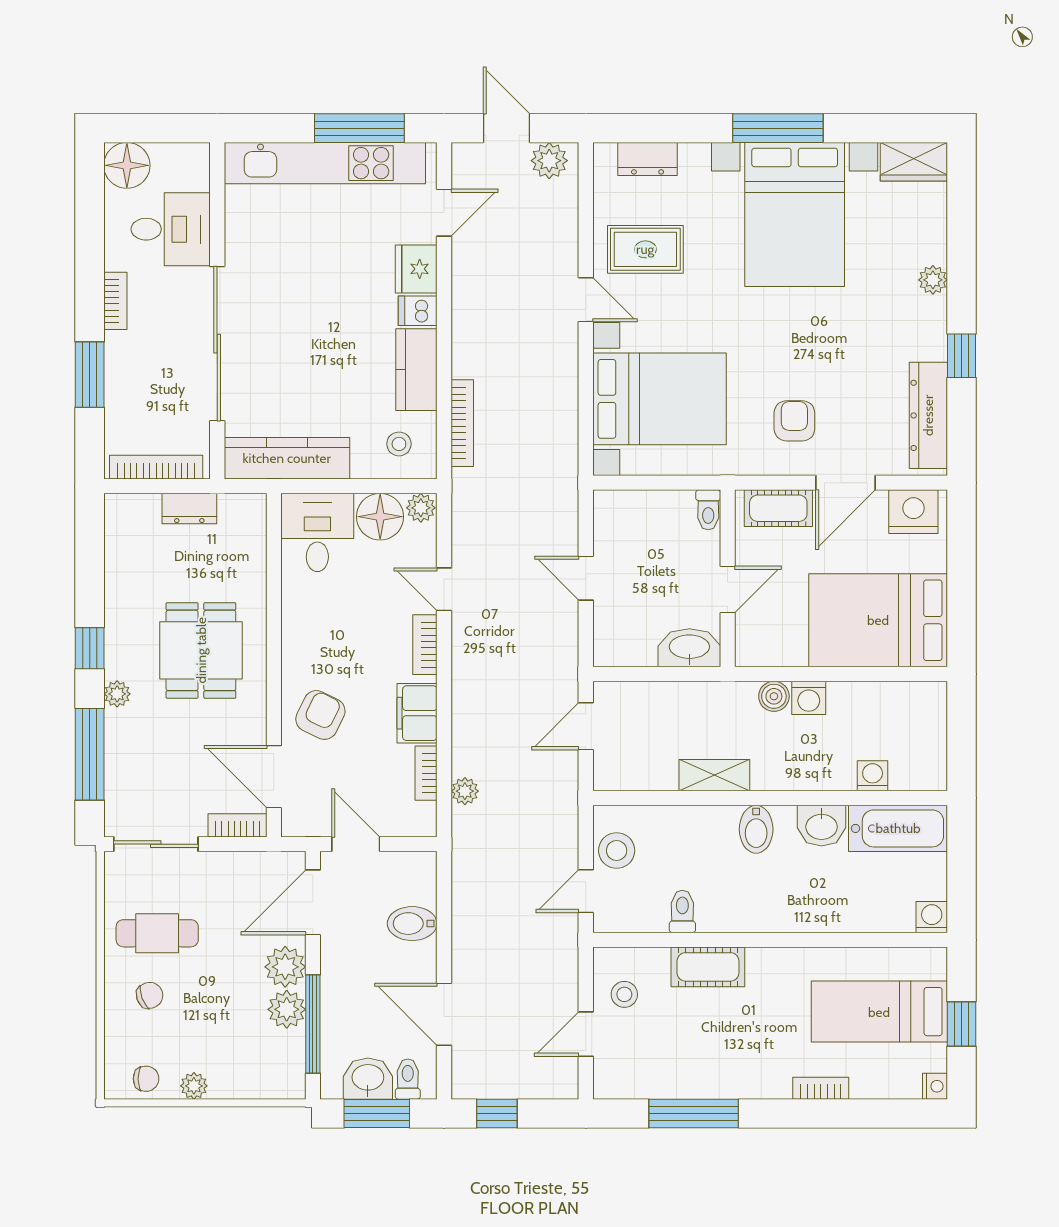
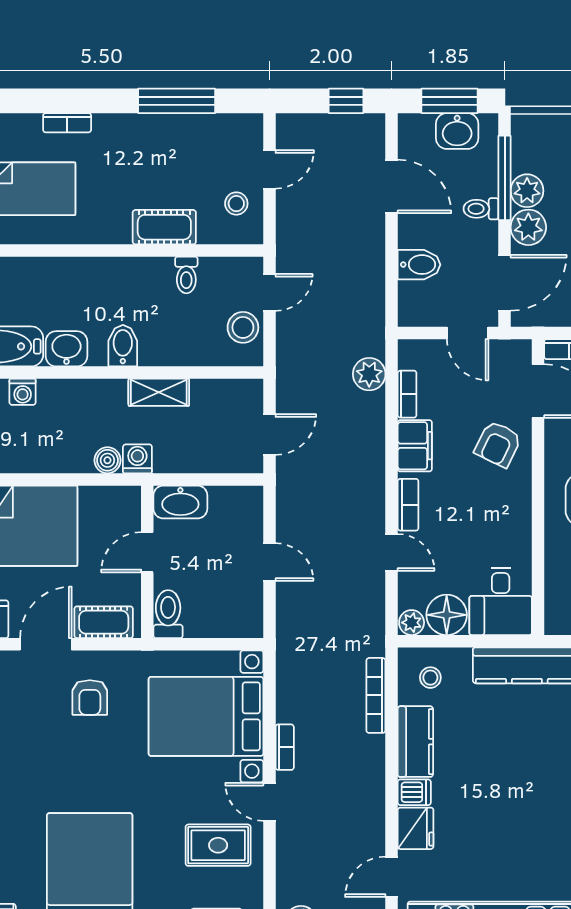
bookcase: (568, 363) -> (285, 747), added
toilet: (708, 510) -> (168, 614), width x1.37, depth x1.39
washing machine: (809, 698) -> (137, 459), moved
plant: (465, 791) -> (369, 374), width x1.38, depth x1.38
toilet: (408, 1079) -> (481, 209), moved, turned 90

